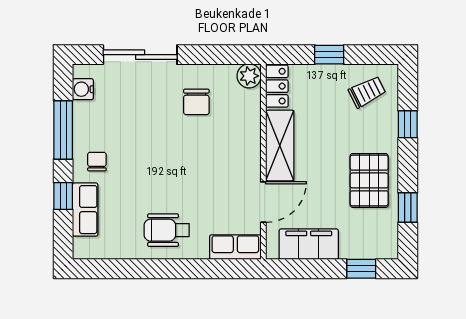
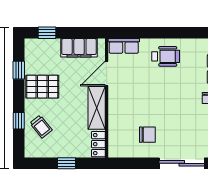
plant: (249, 76) -> (115, 150), removed
trolley: (367, 92) -> (41, 127), moved, turned -102
chair: (196, 102) -> (147, 135), turned 90
pallet: (369, 180) -> (42, 87), turned 90

